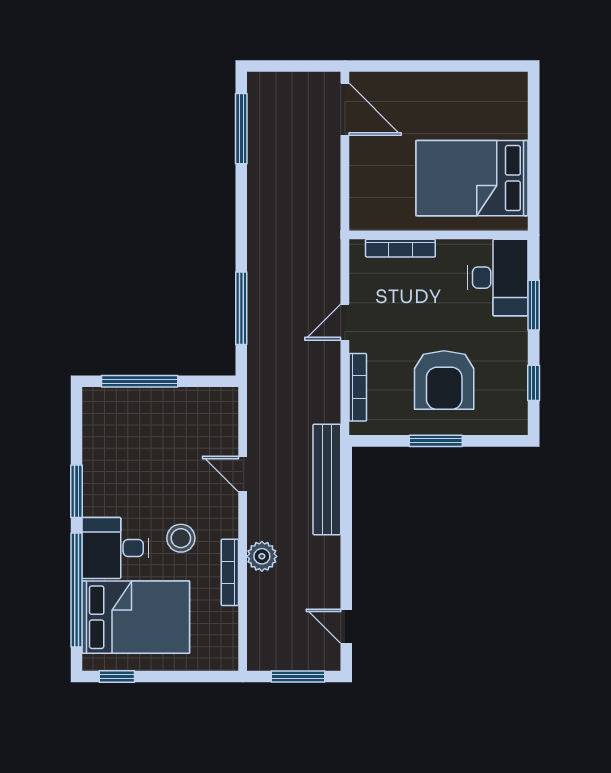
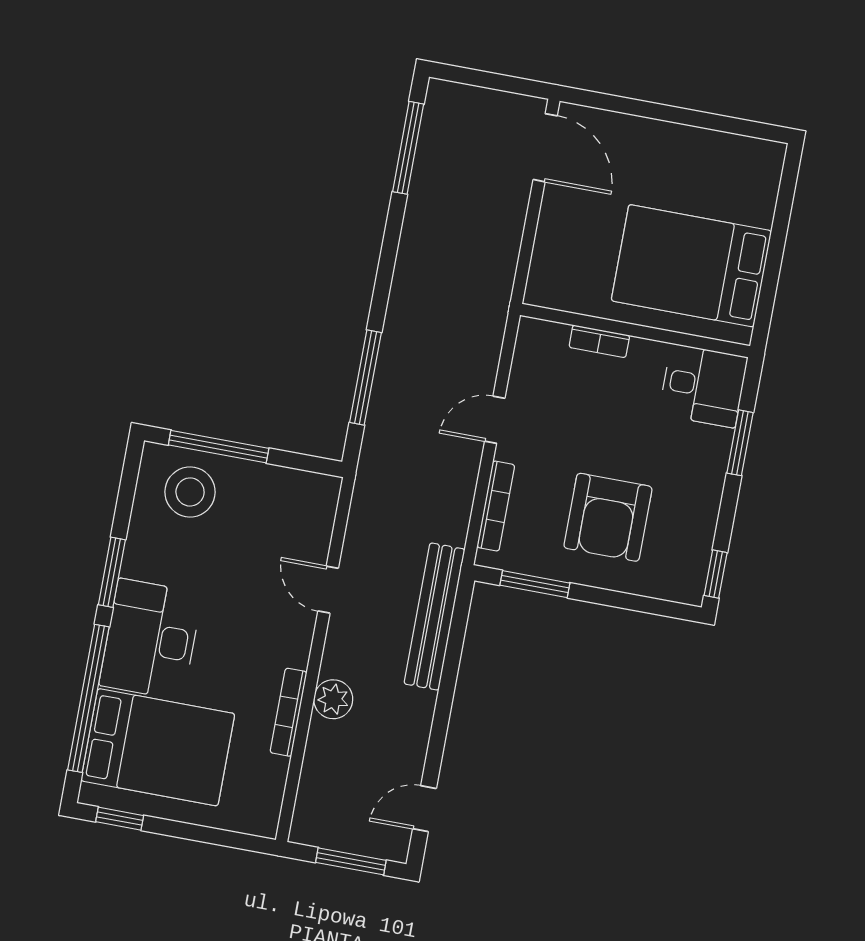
bookcase: (400, 248) -> (599, 341), width x0.64
desk: (498, 278) -> (703, 386), width x0.73
window: (534, 383) -> (716, 574), moved
window: (436, 441) -> (535, 584), moved
stool: (181, 538) -> (190, 492), moved, width x1.38, depth x1.38
desk: (115, 548) -> (151, 639), width x1.37
door: (346, 626) -> (424, 809), hinge flipped

